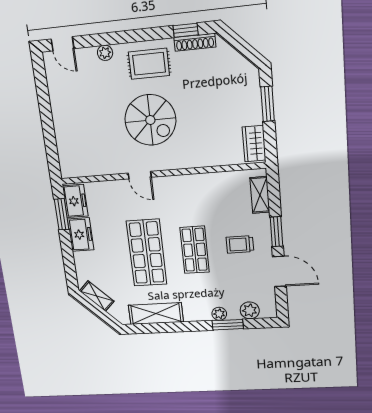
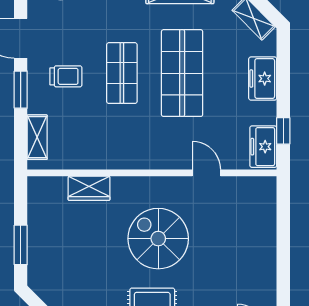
wardrobe: (254, 144) -> (89, 188), moved, turned 90
door: (140, 175) -> (206, 173), moved
window: (62, 214) -> (283, 131), width x0.67
freezer: (81, 235) -> (263, 79), moved

